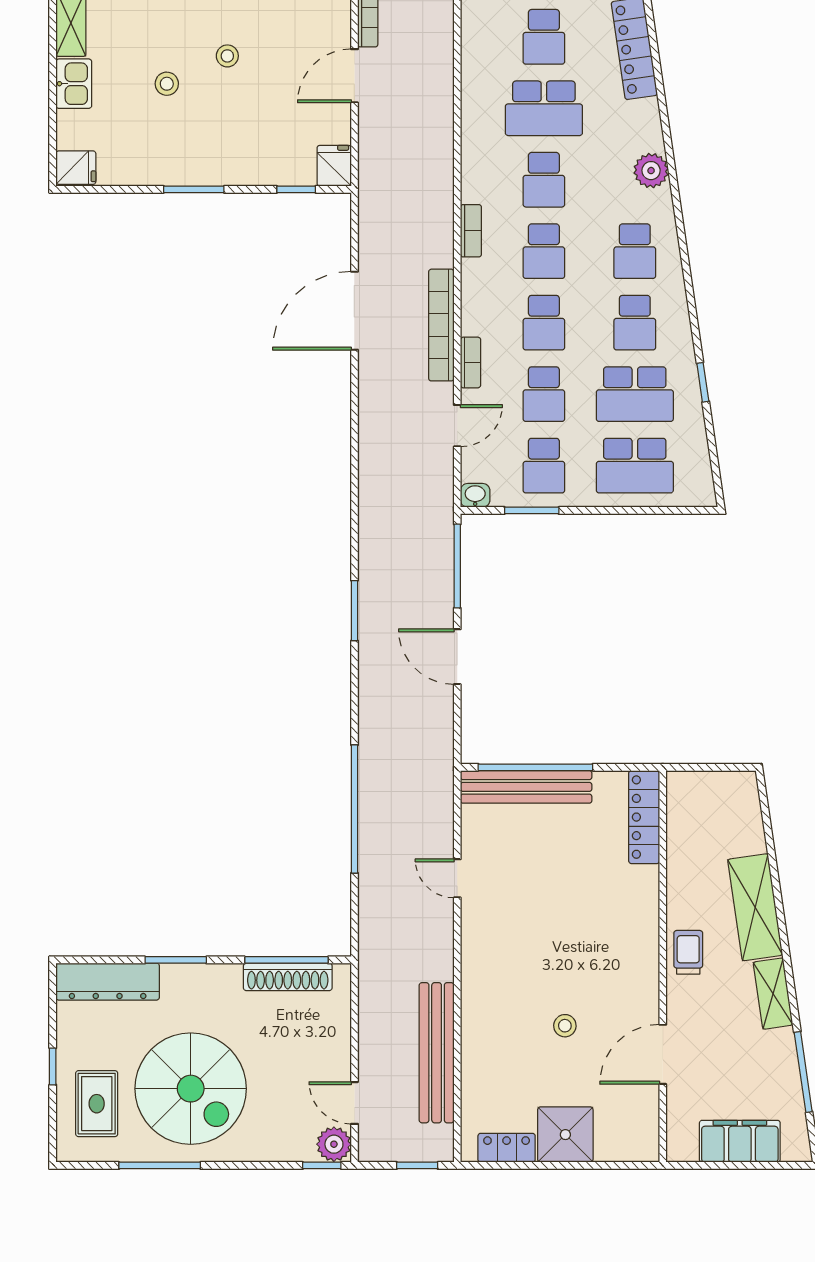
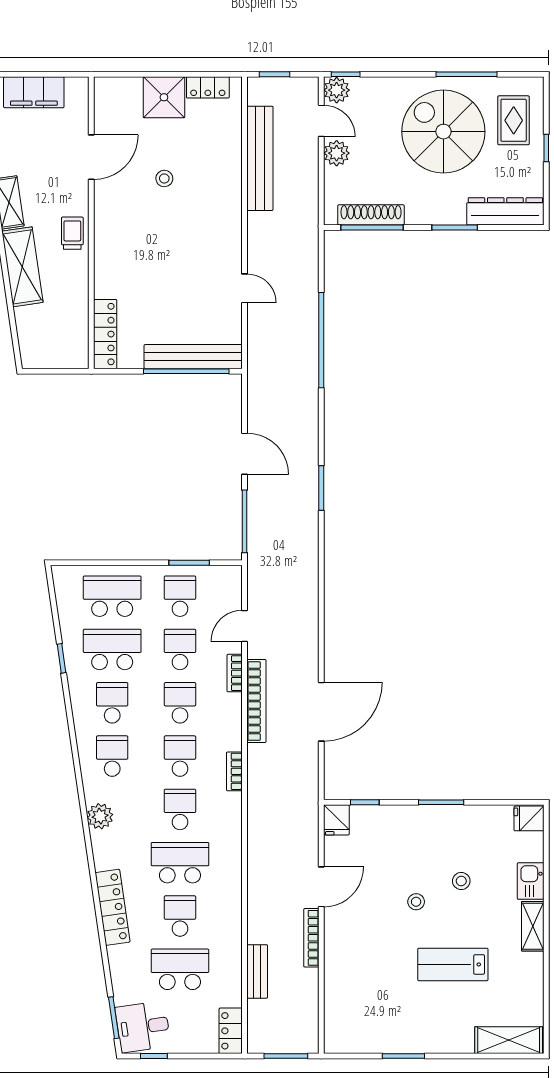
washbasin: (475, 495) -> (231, 574), removed
trolley: (688, 952) -> (72, 233), turned 180
plant: (334, 1060) -> (337, 153), added

